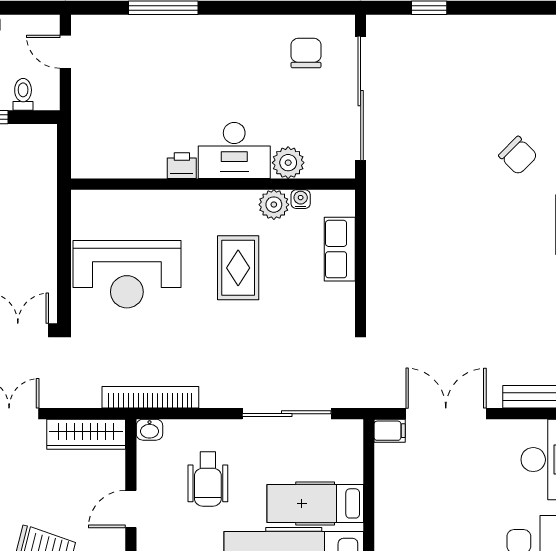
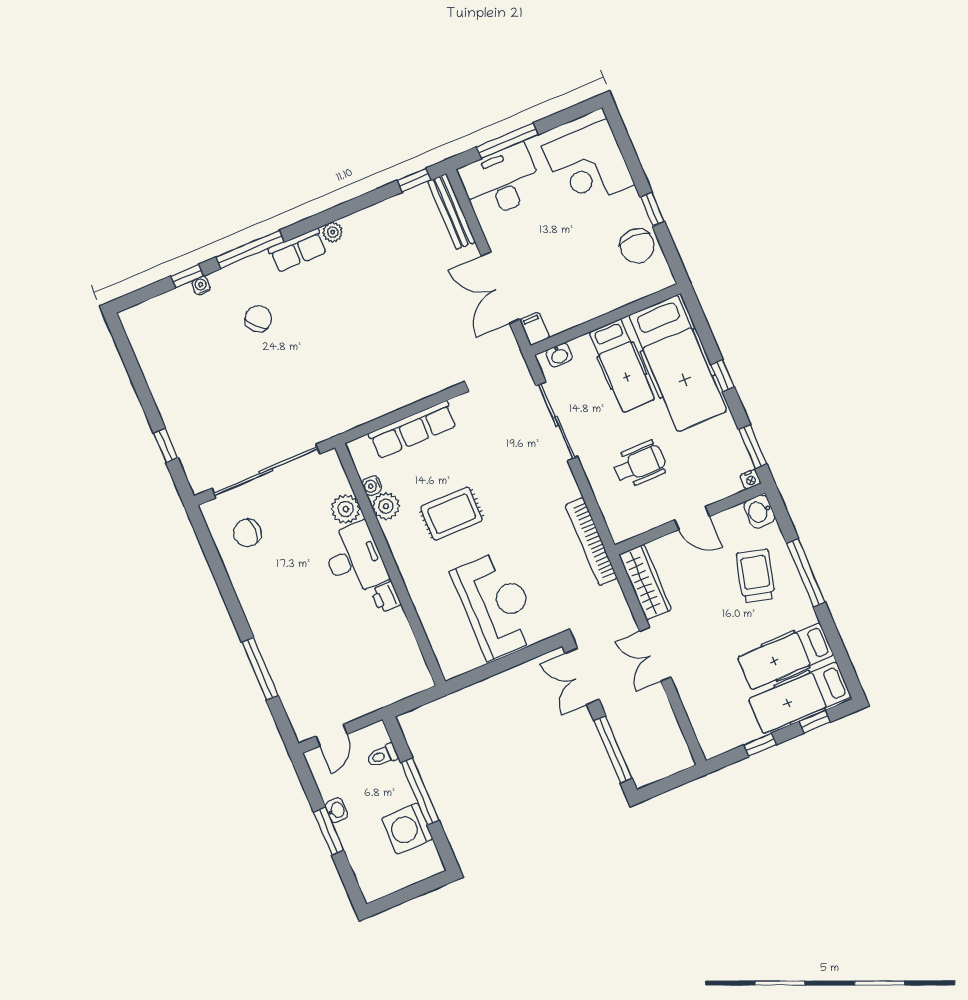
row of seats: (340, 249) -> (413, 430), width x1.48
washbasin: (149, 430) -> (559, 355), moved, turned 90

